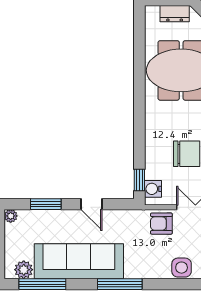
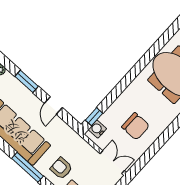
armchair: (161, 224) -> (61, 168), moved

